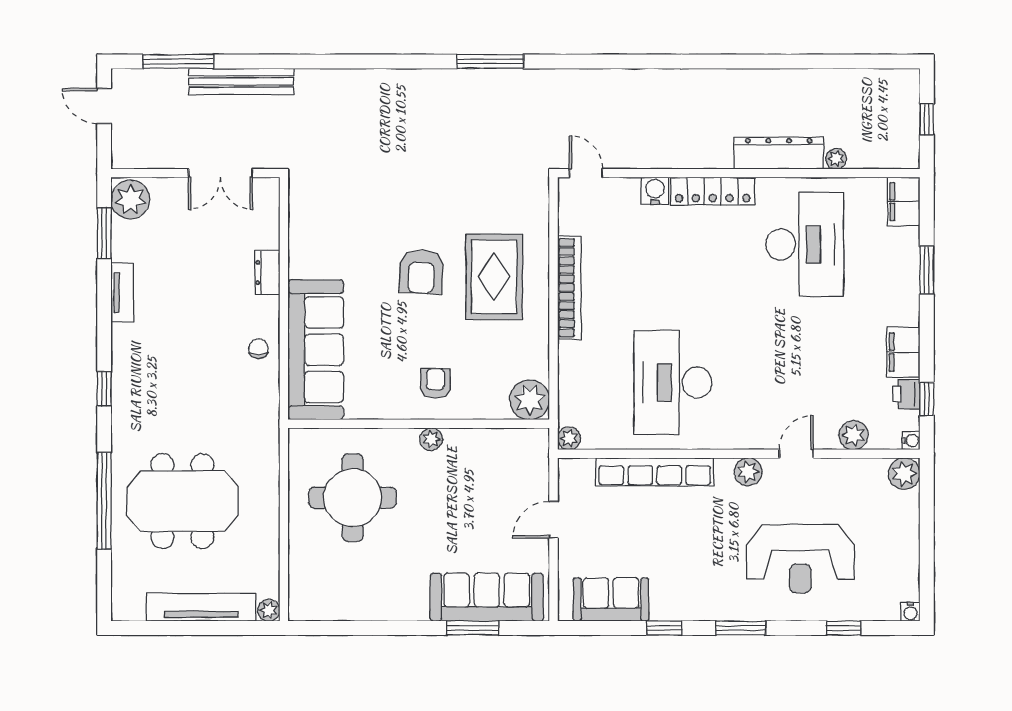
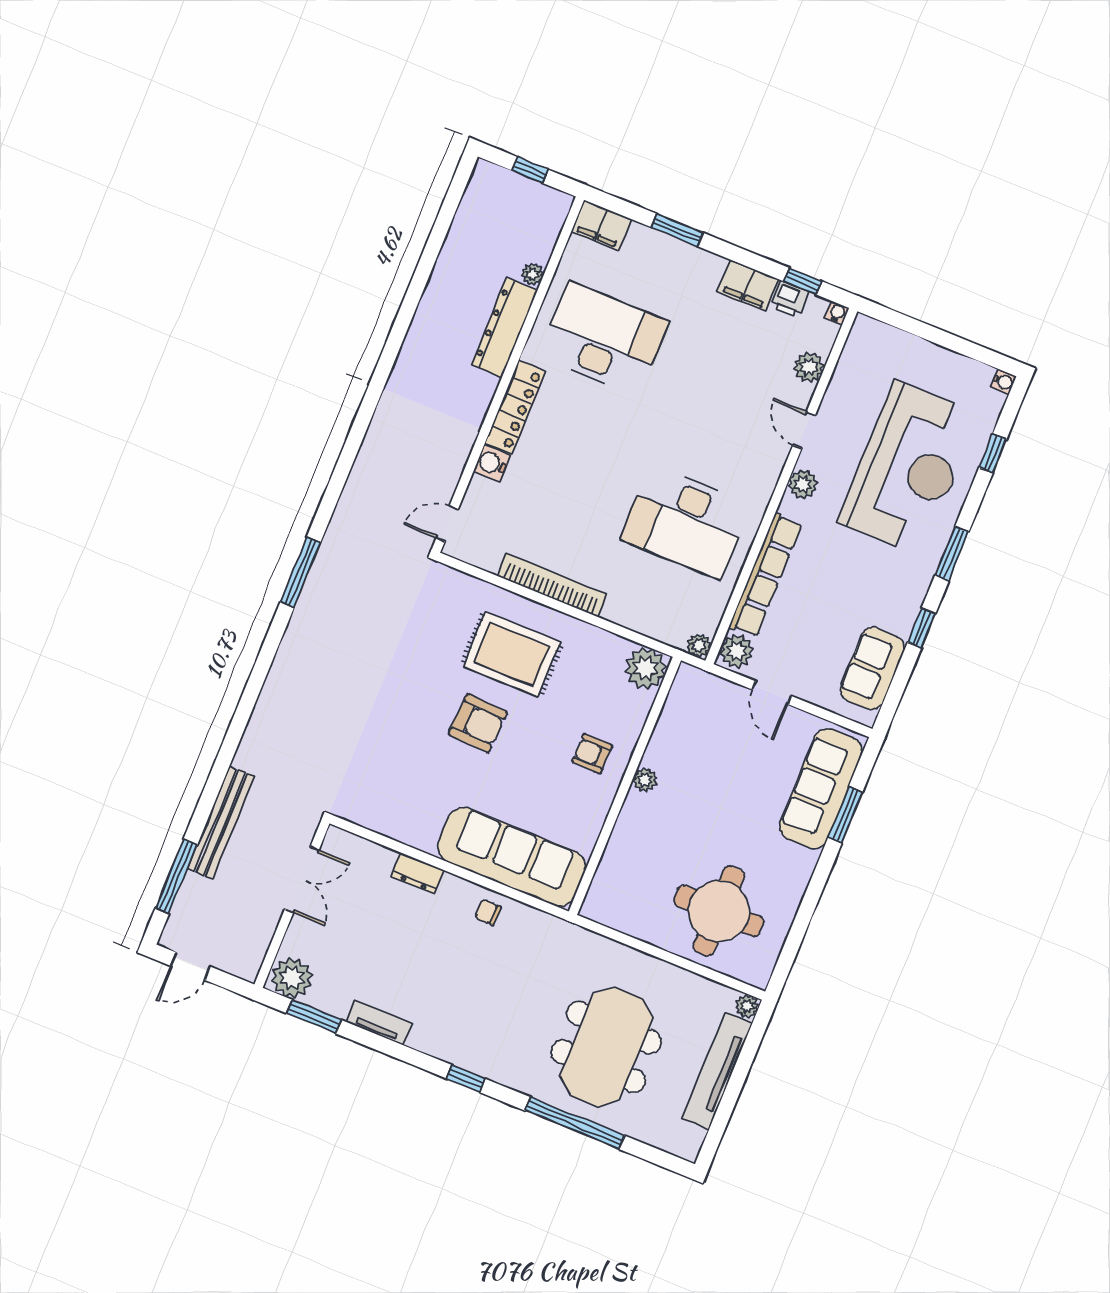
plant: (904, 474) -> (737, 651), moved
round table: (353, 498) -> (719, 911), moved
reception desk: (800, 559) -> (908, 468), width x1.36, depth x1.30

